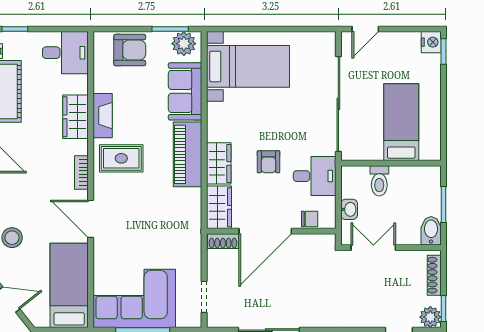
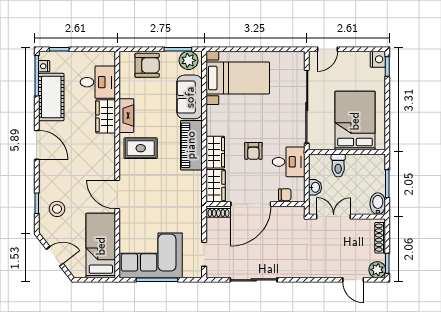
desk: (65, 53) -> (98, 82), moved
bed: (401, 122) -> (355, 121), width x1.50
bookcase: (81, 172) -> (110, 159), removed

